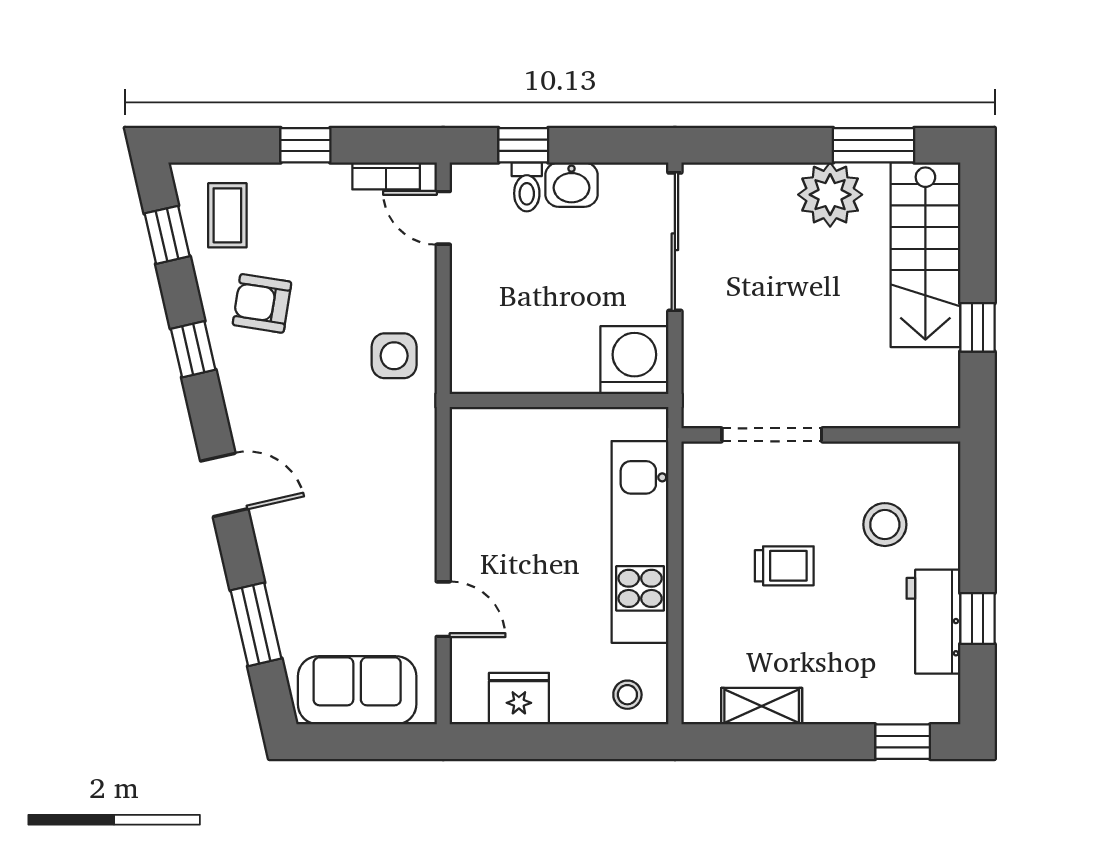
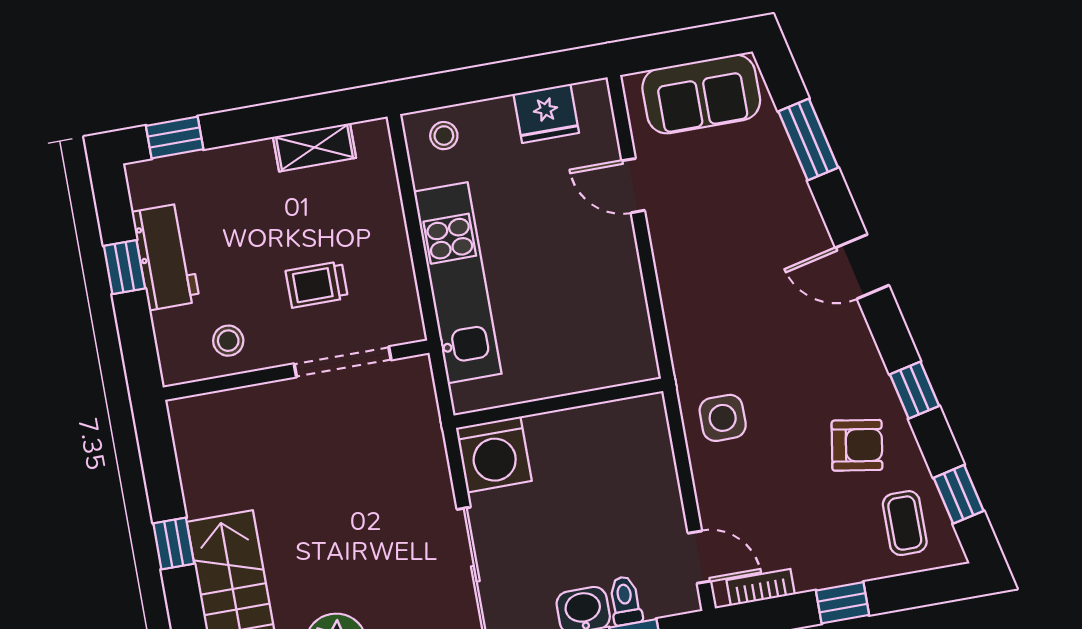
doorway: (772, 435) -> (343, 362), moved
wall: (821, 435) -> (296, 370), moved
stool: (885, 525) -> (228, 341), width x0.73, depth x0.73

